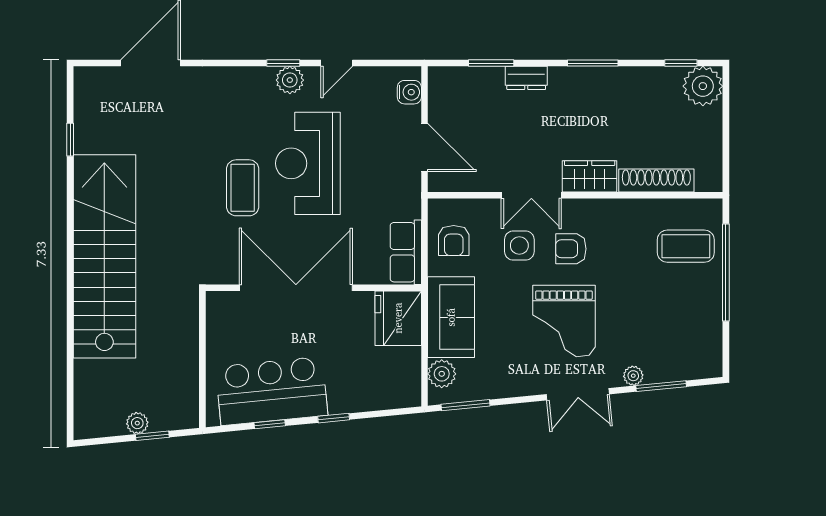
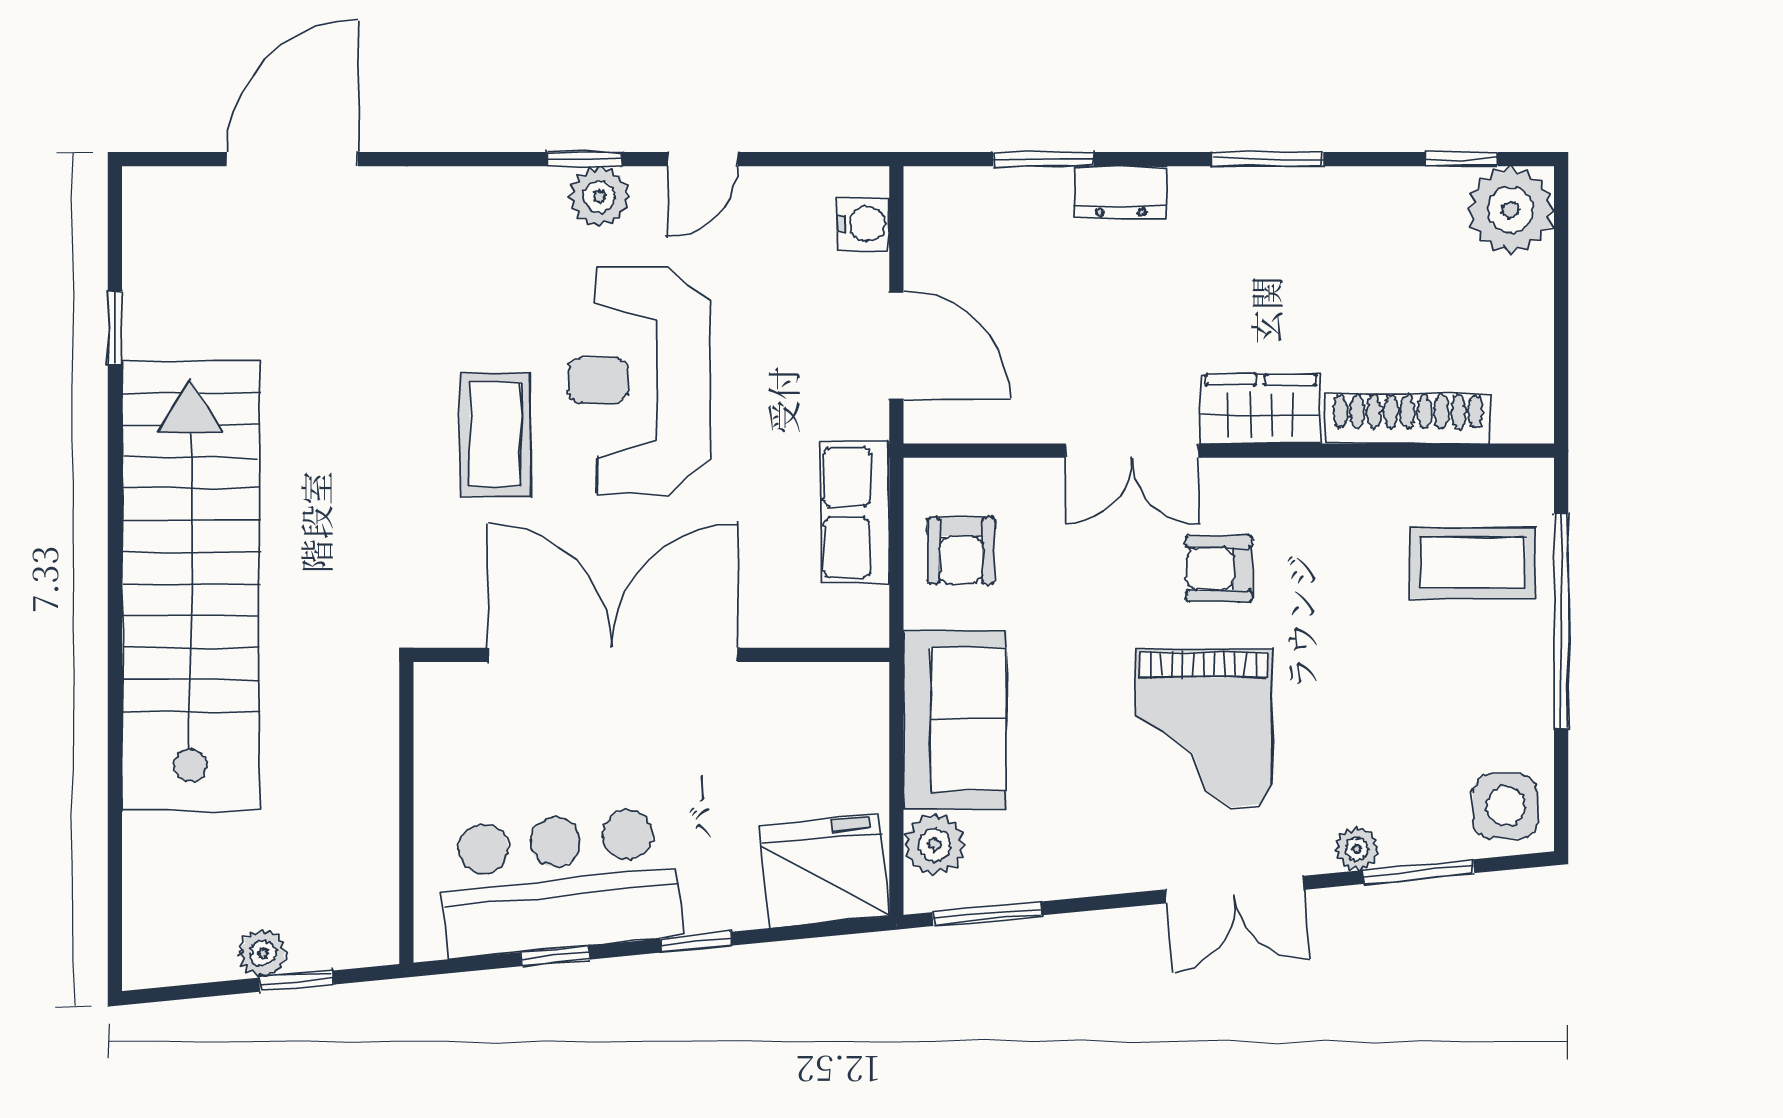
side table: (519, 246) -> (1505, 806), moved
row of seats: (406, 252) -> (855, 512), moved
fridge: (398, 318) -> (824, 871), moved, turned 84

